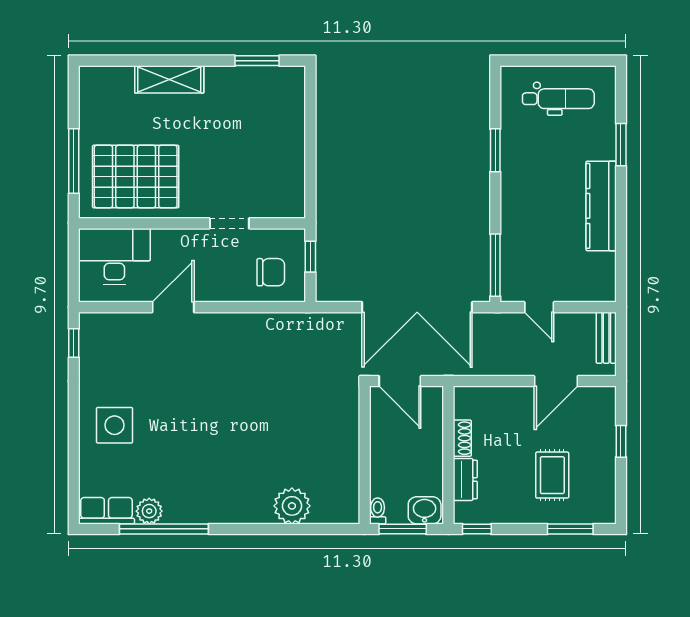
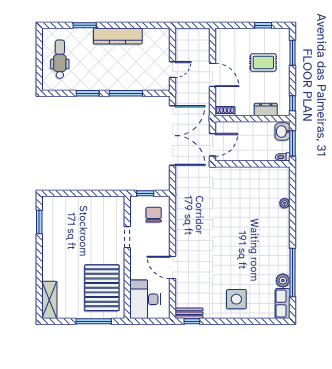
shelving: (169, 79) -> (49, 300), moved
window: (495, 265) -> (126, 93), moved
bench: (606, 338) -> (189, 313), moved
door: (556, 381) -> (213, 75), moved
shoe rack: (462, 438) -> (225, 111), moved
window: (621, 441) -> (263, 25), moved
plant: (292, 506) -> (285, 203), width x0.53, depth x0.53

